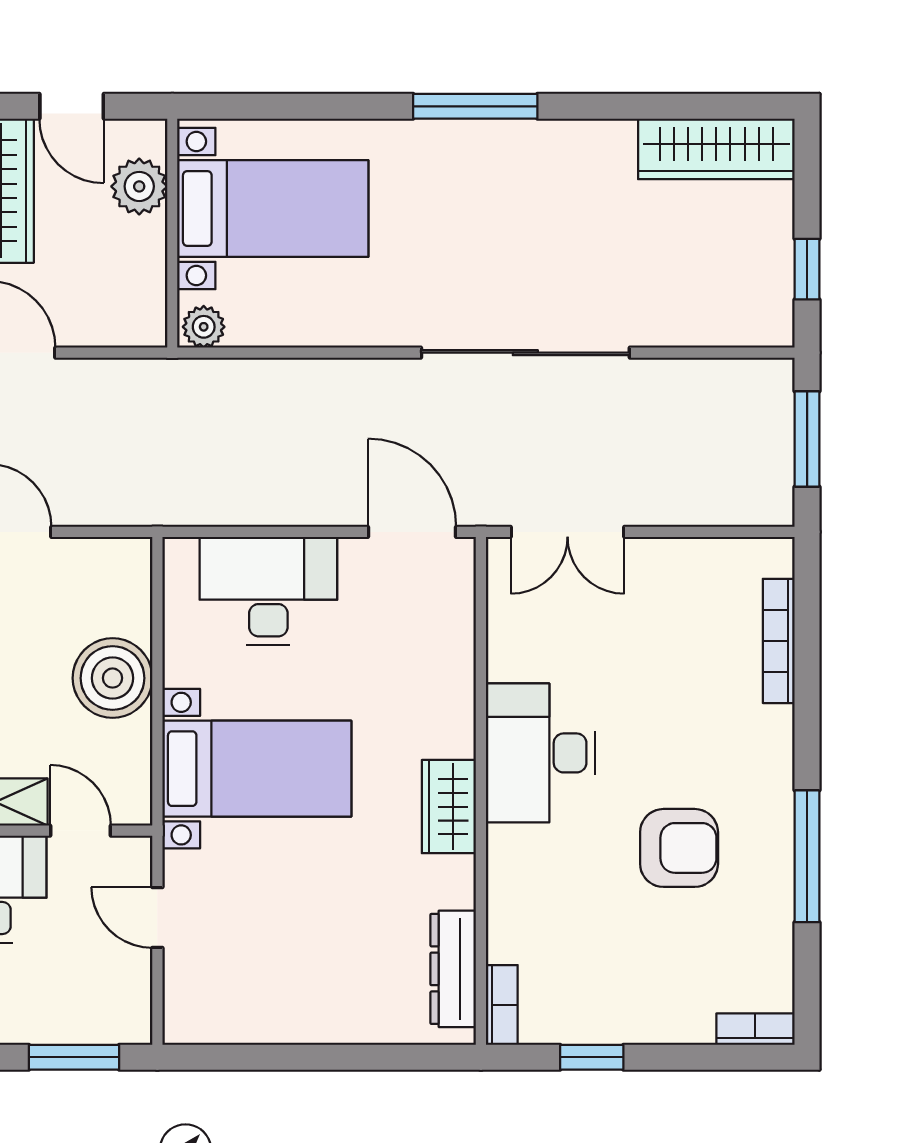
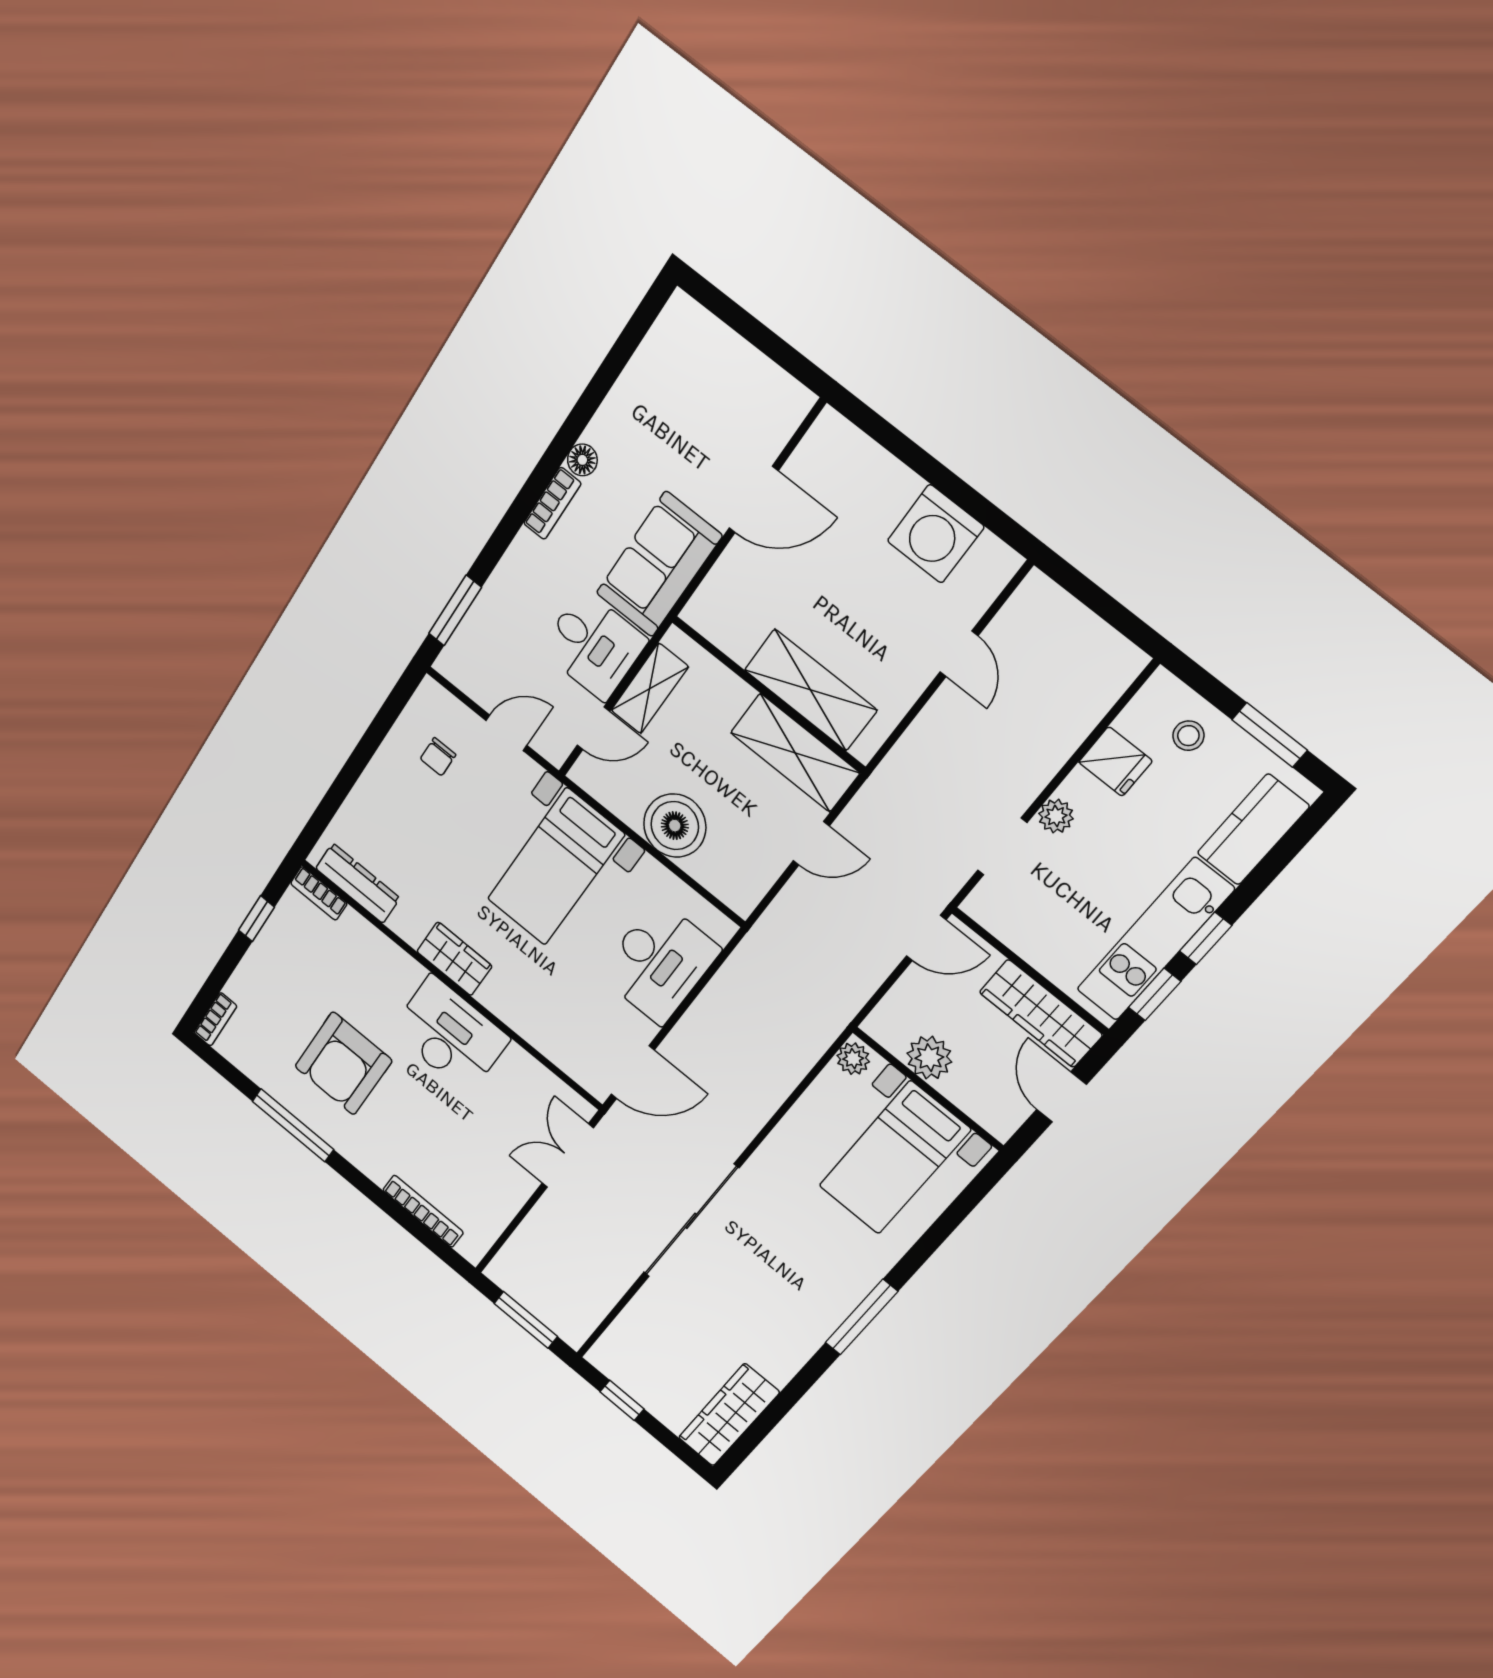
door: (72, 106) -> (1061, 1097), hinge flipped
plant: (139, 186) -> (929, 1058), moved
armchair: (679, 848) -> (343, 1063), width x1.36, depth x1.36
chair: (241, 973) -> (438, 757), added

